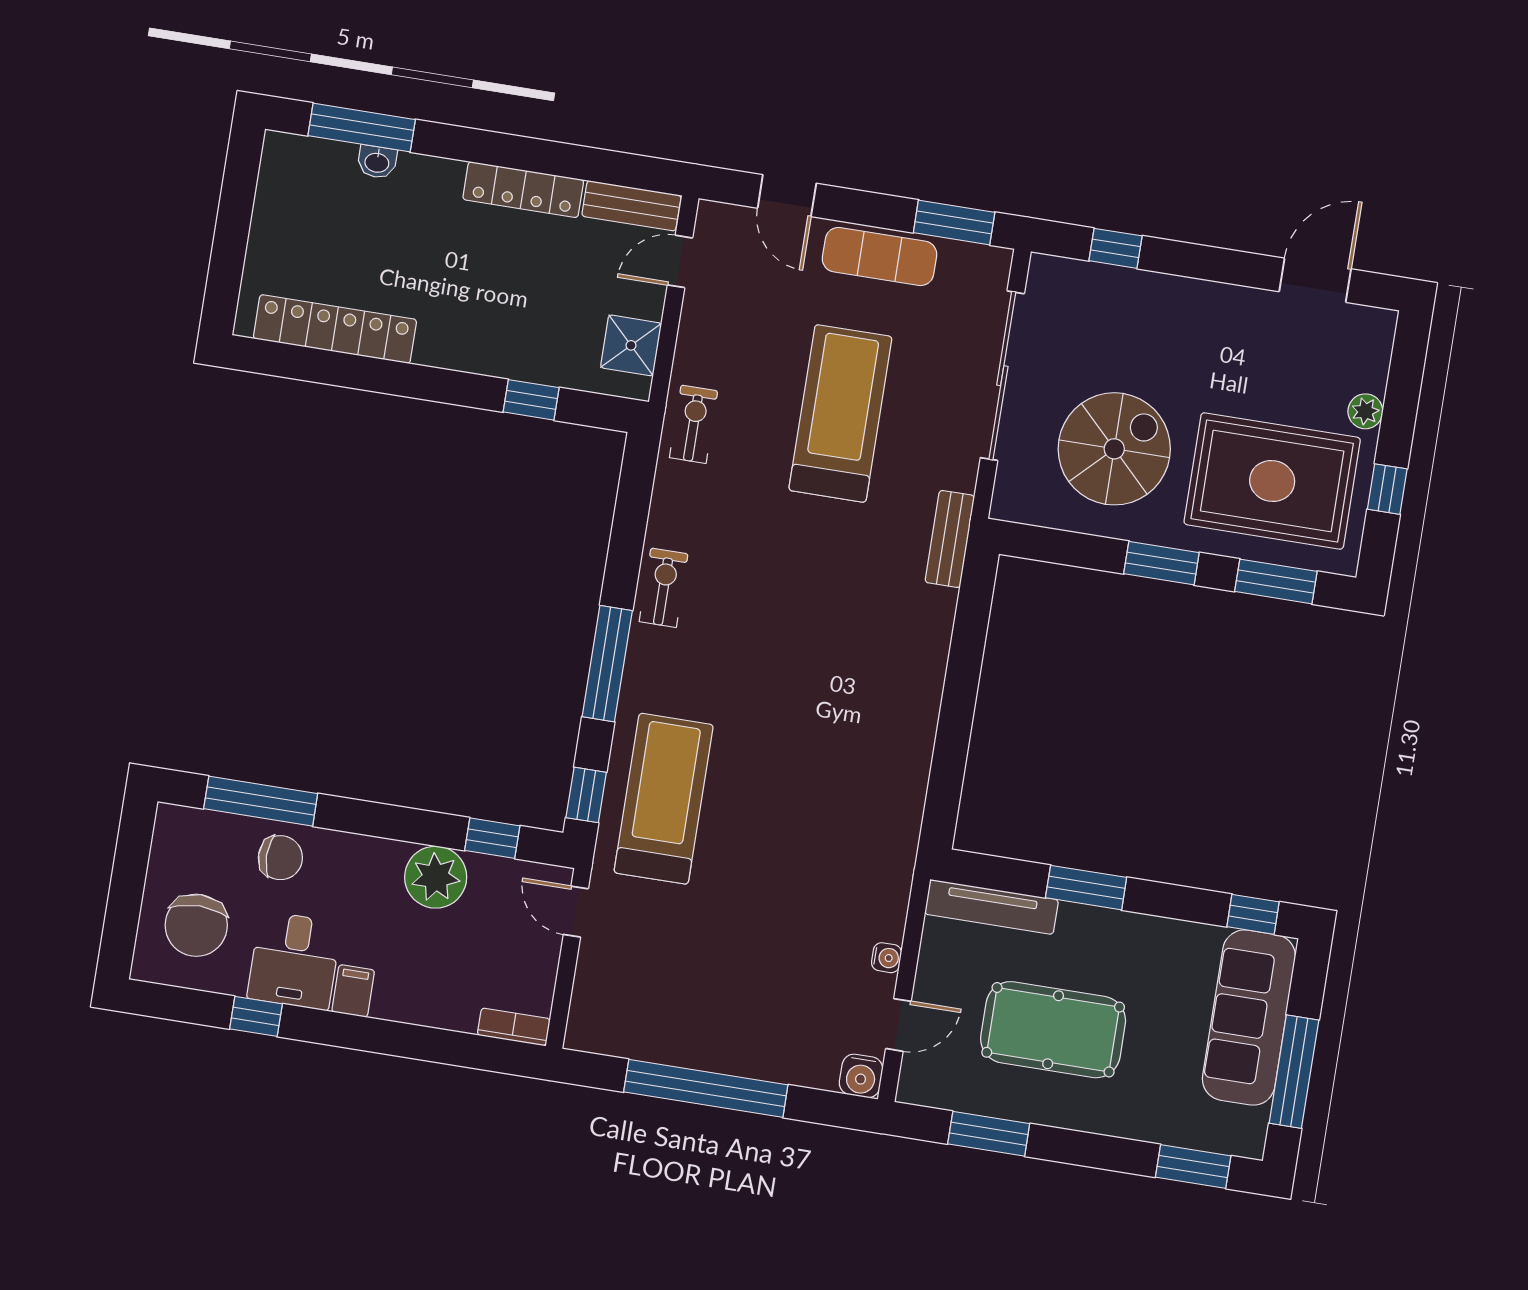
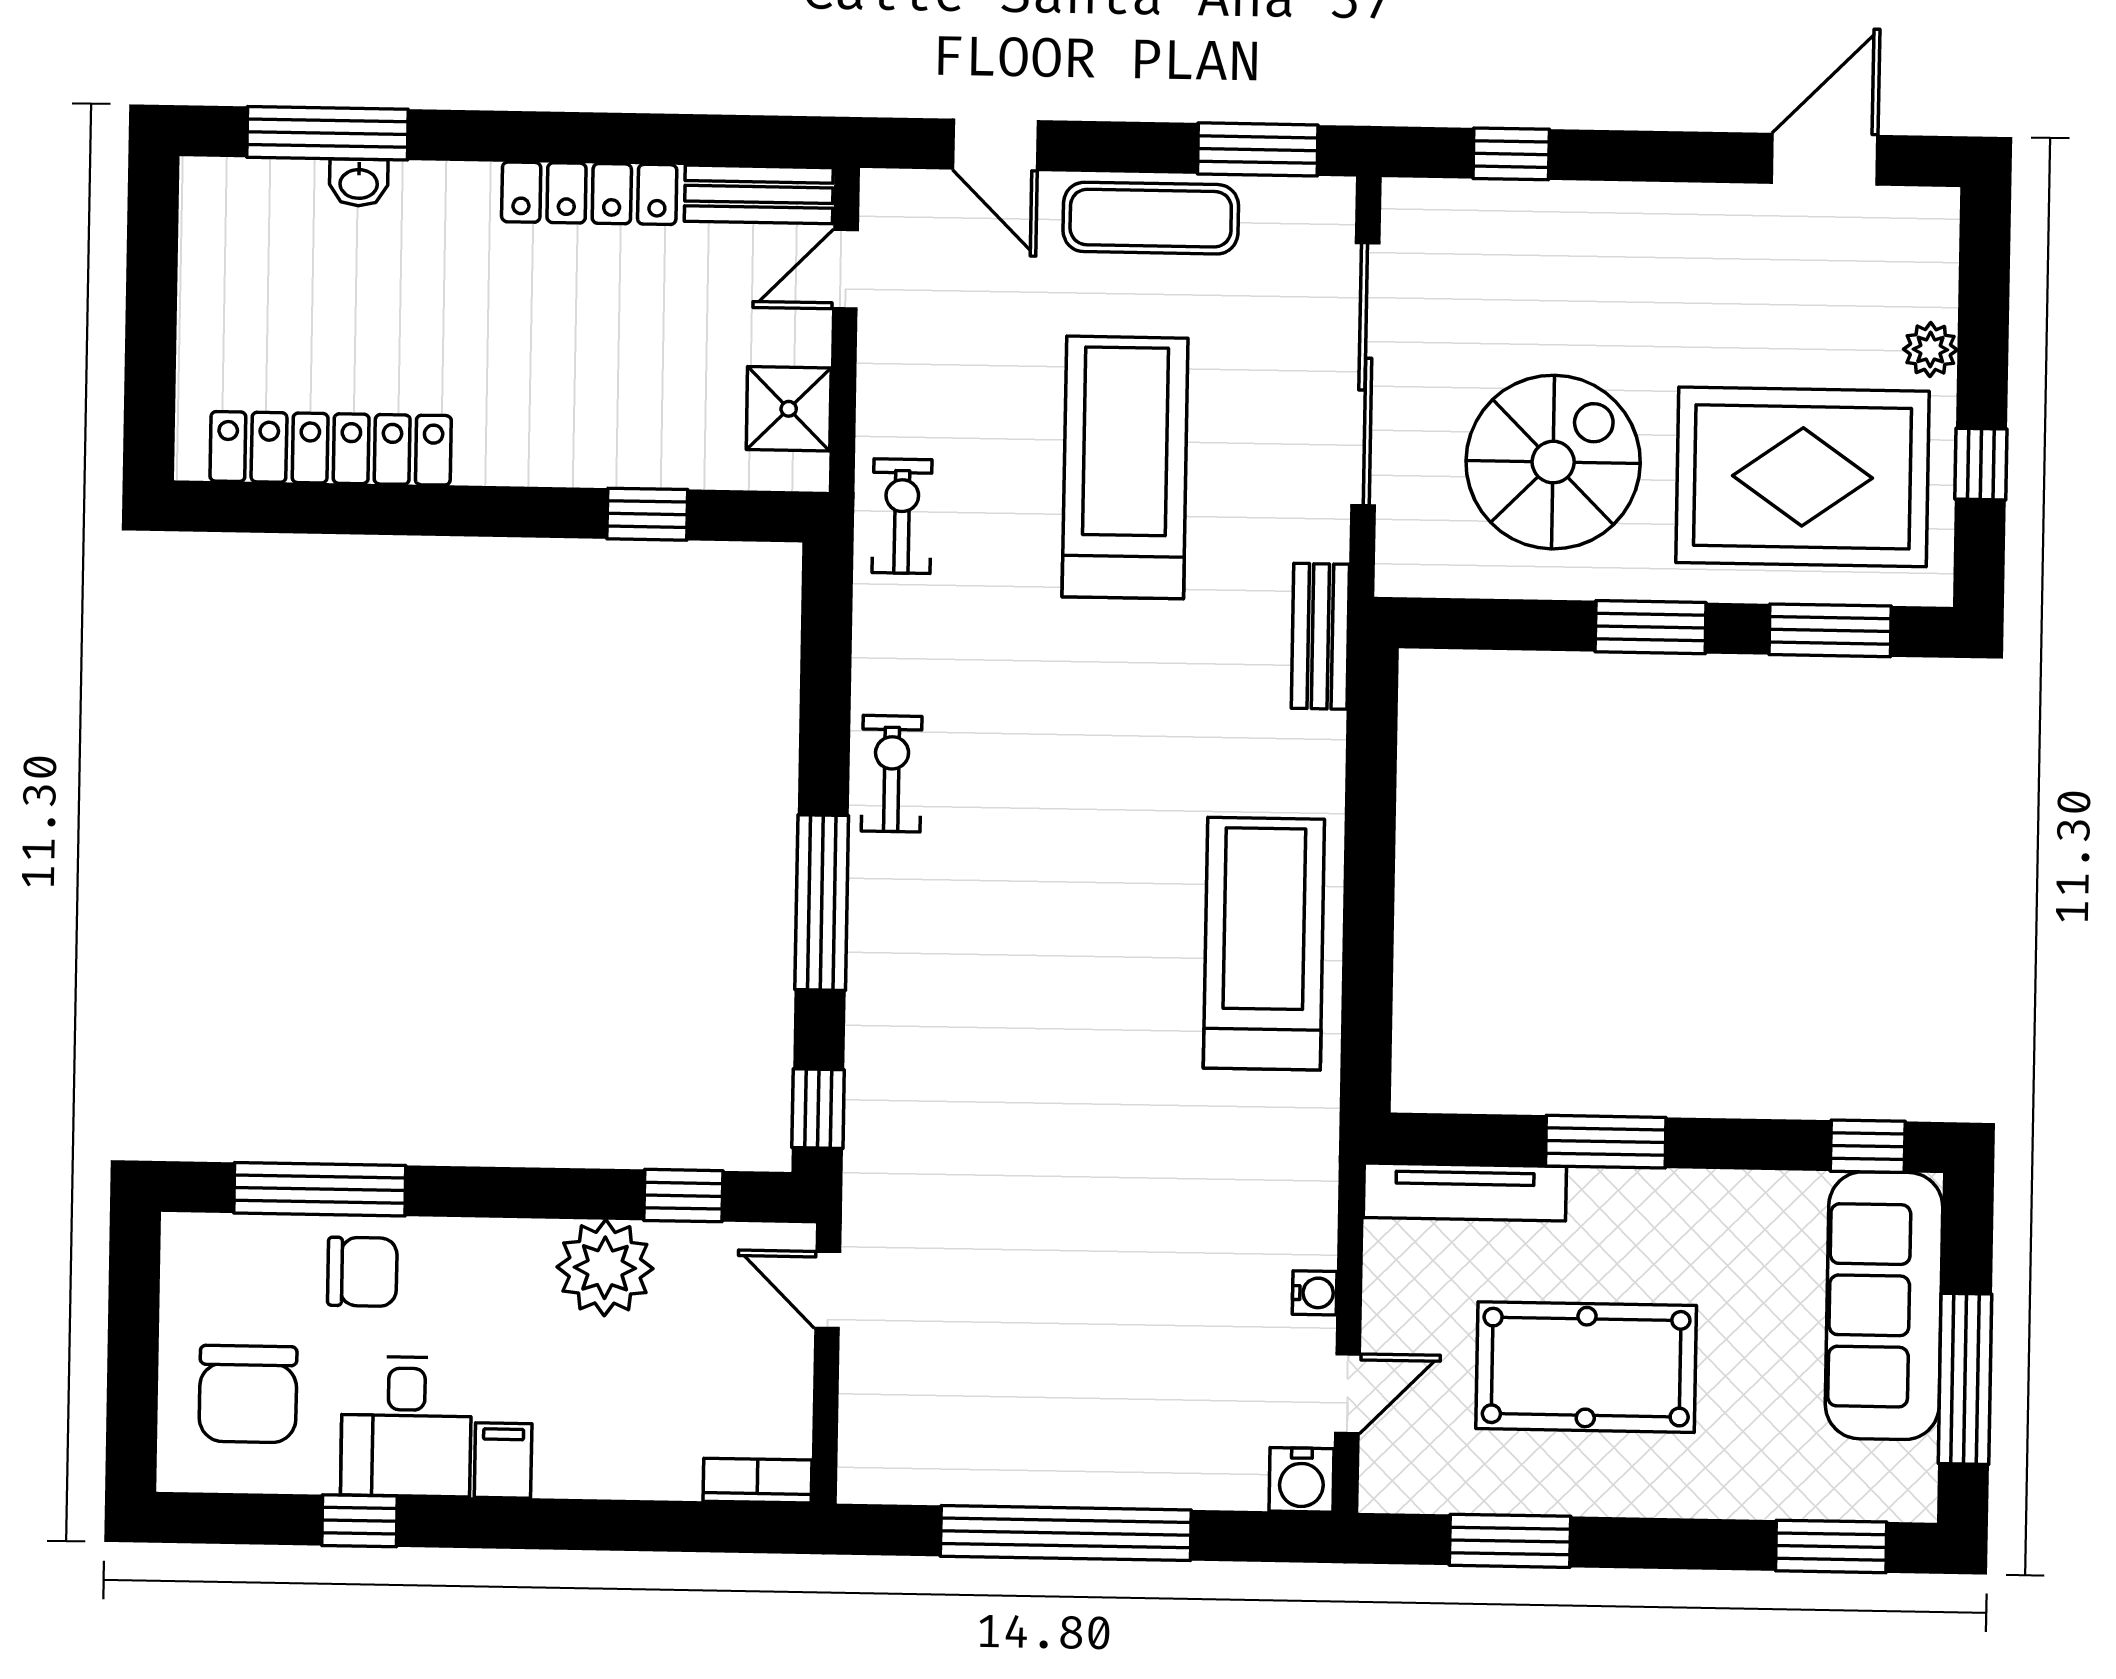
treadmill: (664, 799) -> (1264, 944), moved

